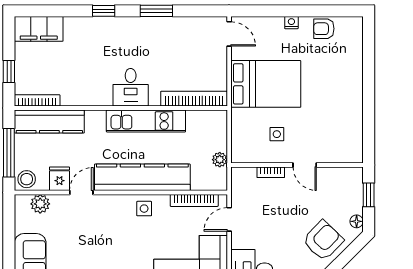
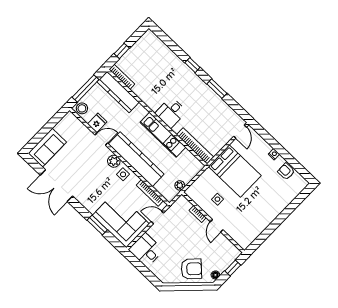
filing cabinet: (39, 29) -> (154, 44), removed
plant: (40, 204) -> (114, 161), moved

